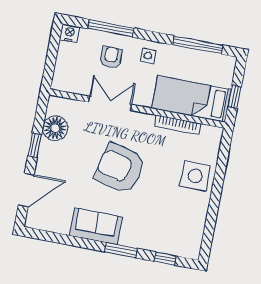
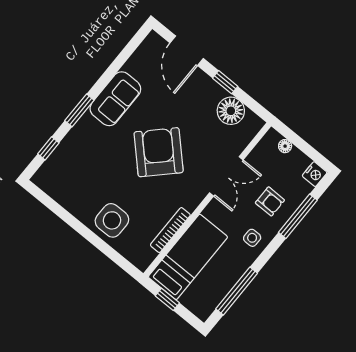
floor lamp: (60, 69) -> (285, 146), added
armchair: (120, 168) -> (159, 152), turned -59

